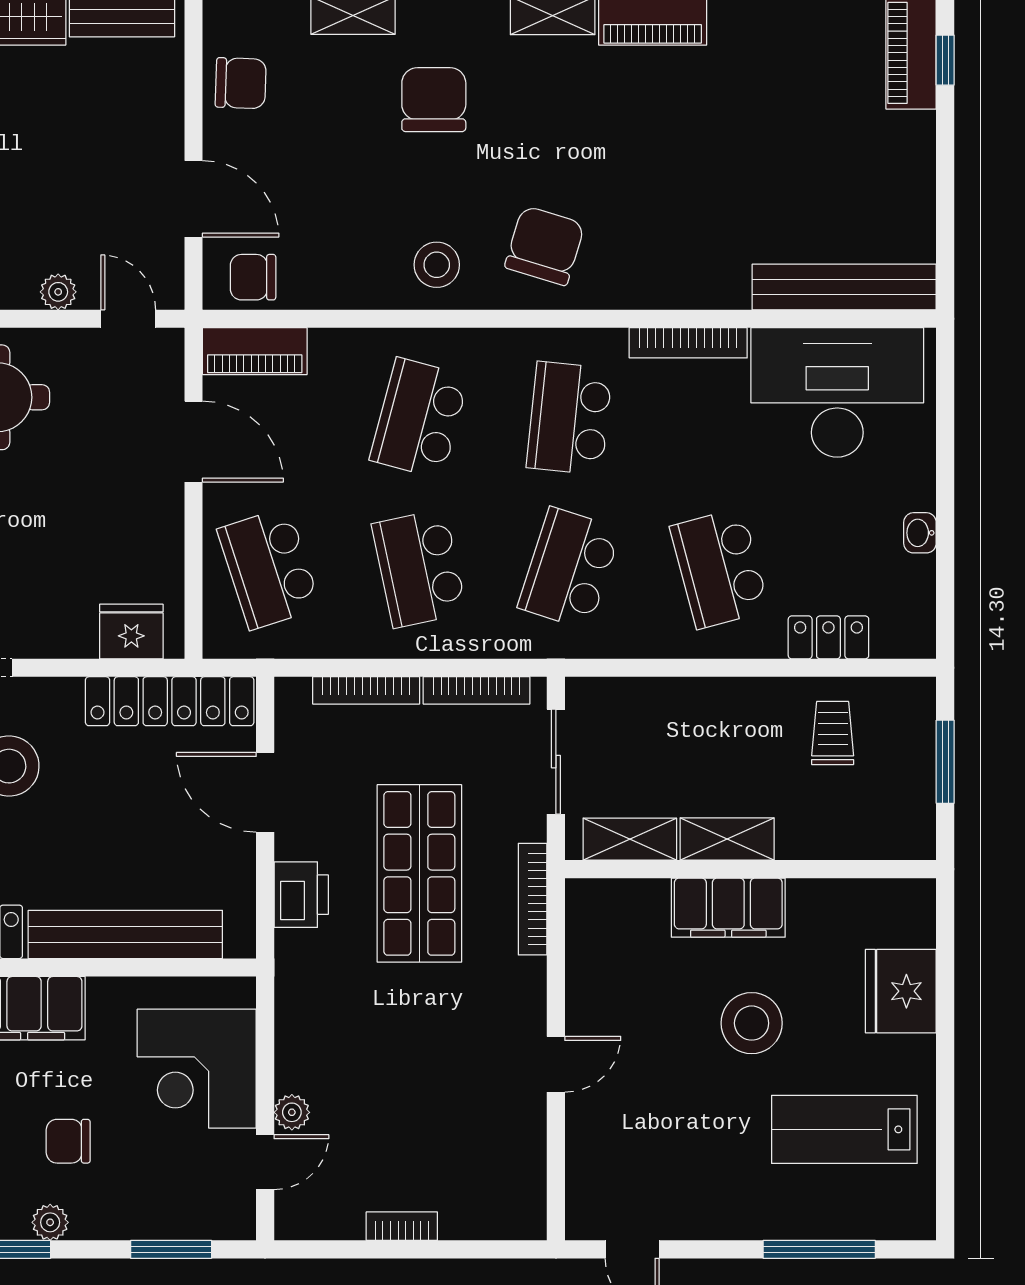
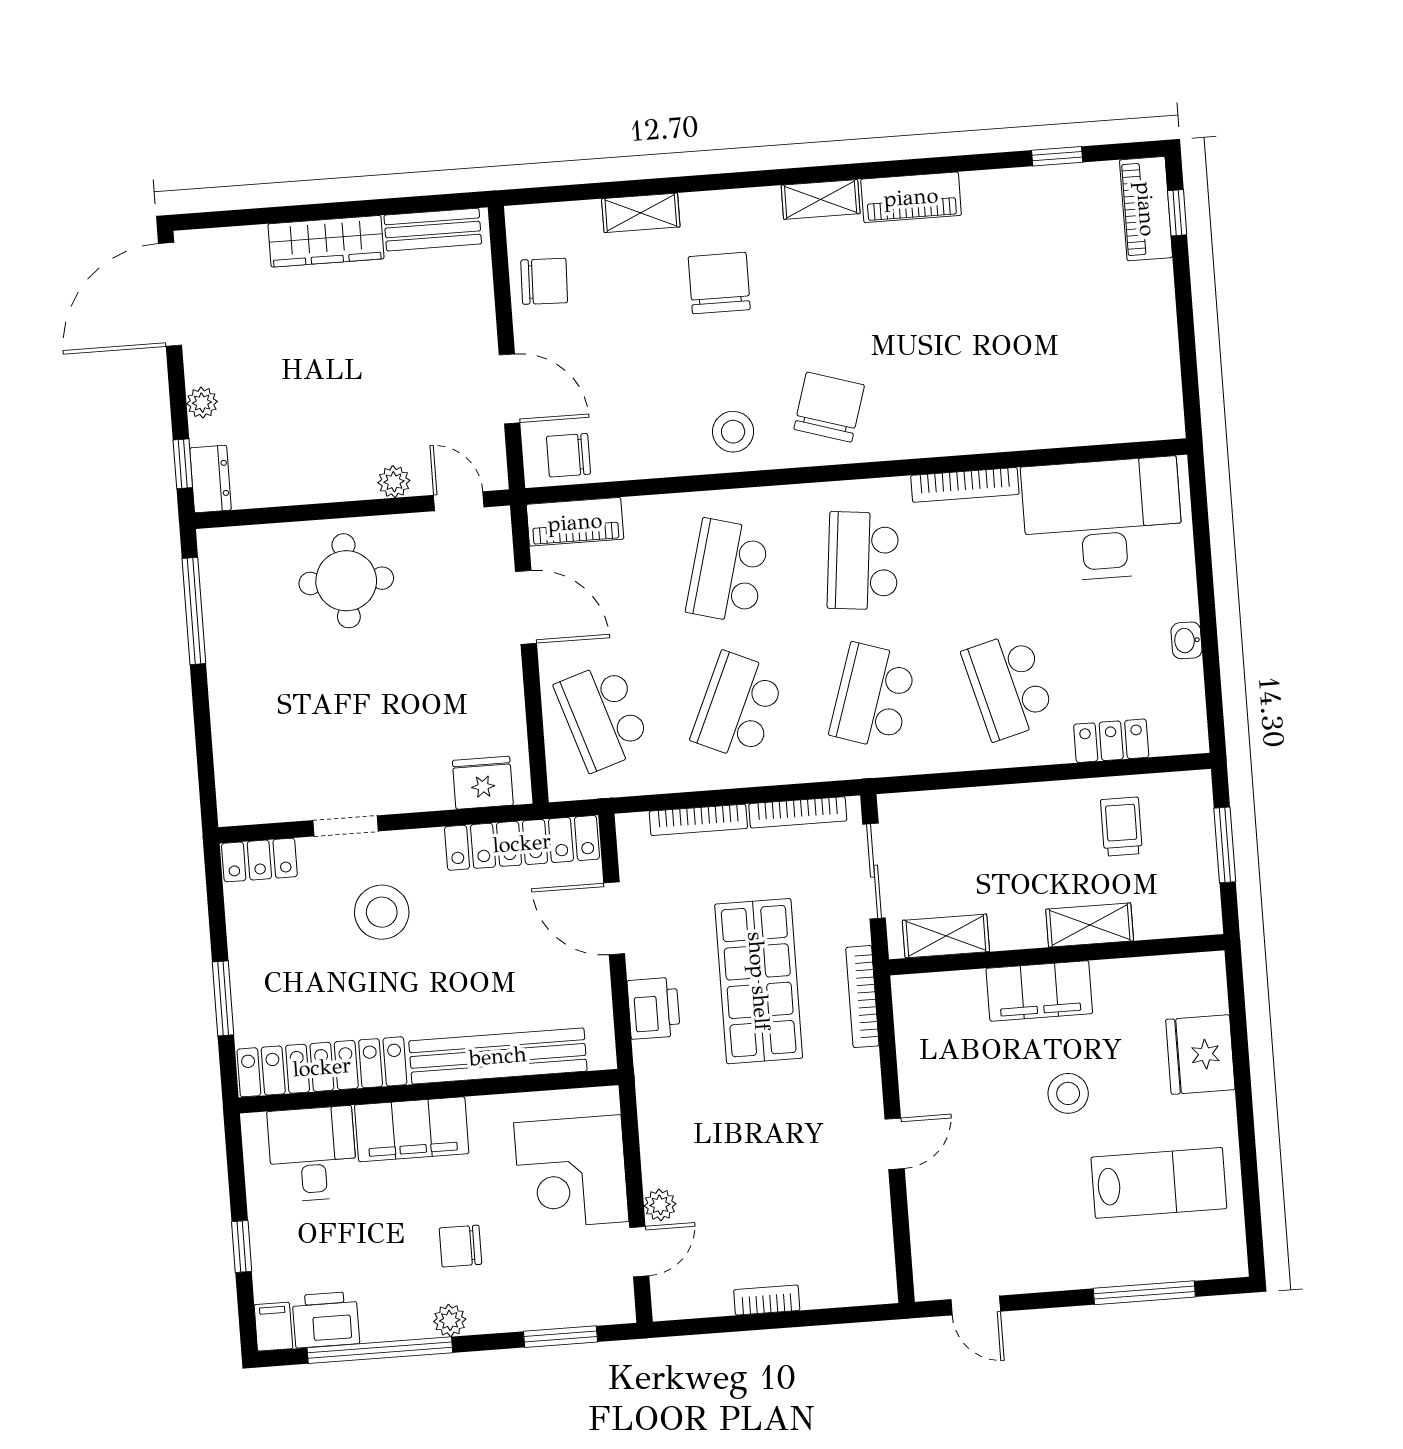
bench: (844, 287) -> (1102, 424), removed
school desk: (419, 568) -> (738, 706), turned 36
shelving: (727, 839) -> (1090, 925), moved
stool: (752, 1023) -> (1068, 1093), width x0.73, depth x0.73
lab bench: (844, 1129) -> (1159, 1183), turned 180

